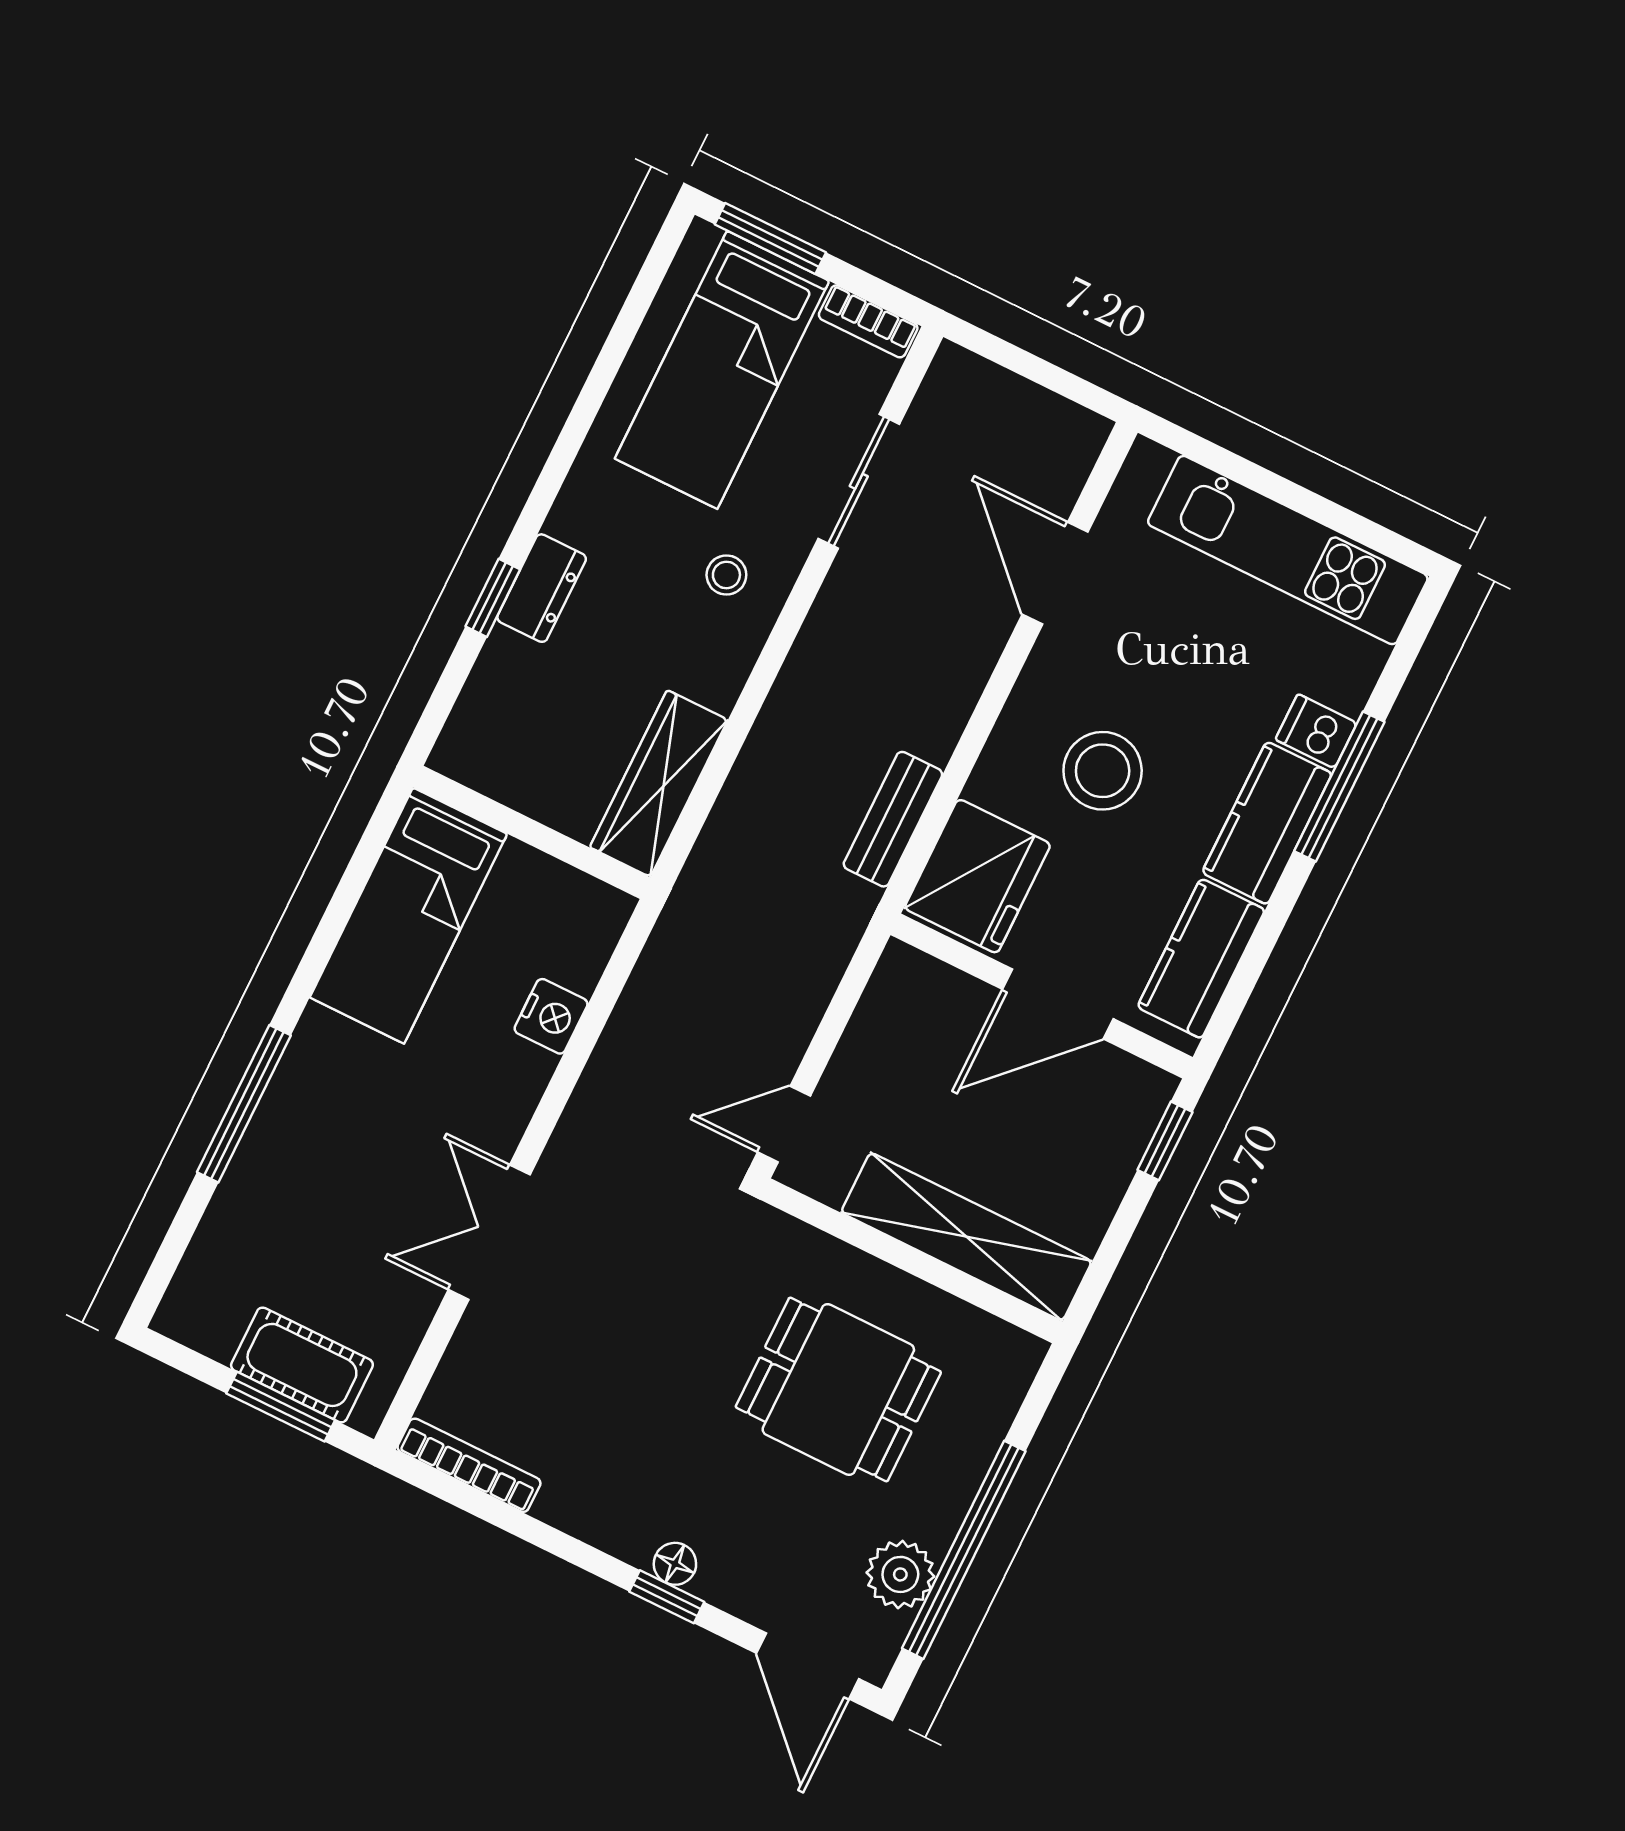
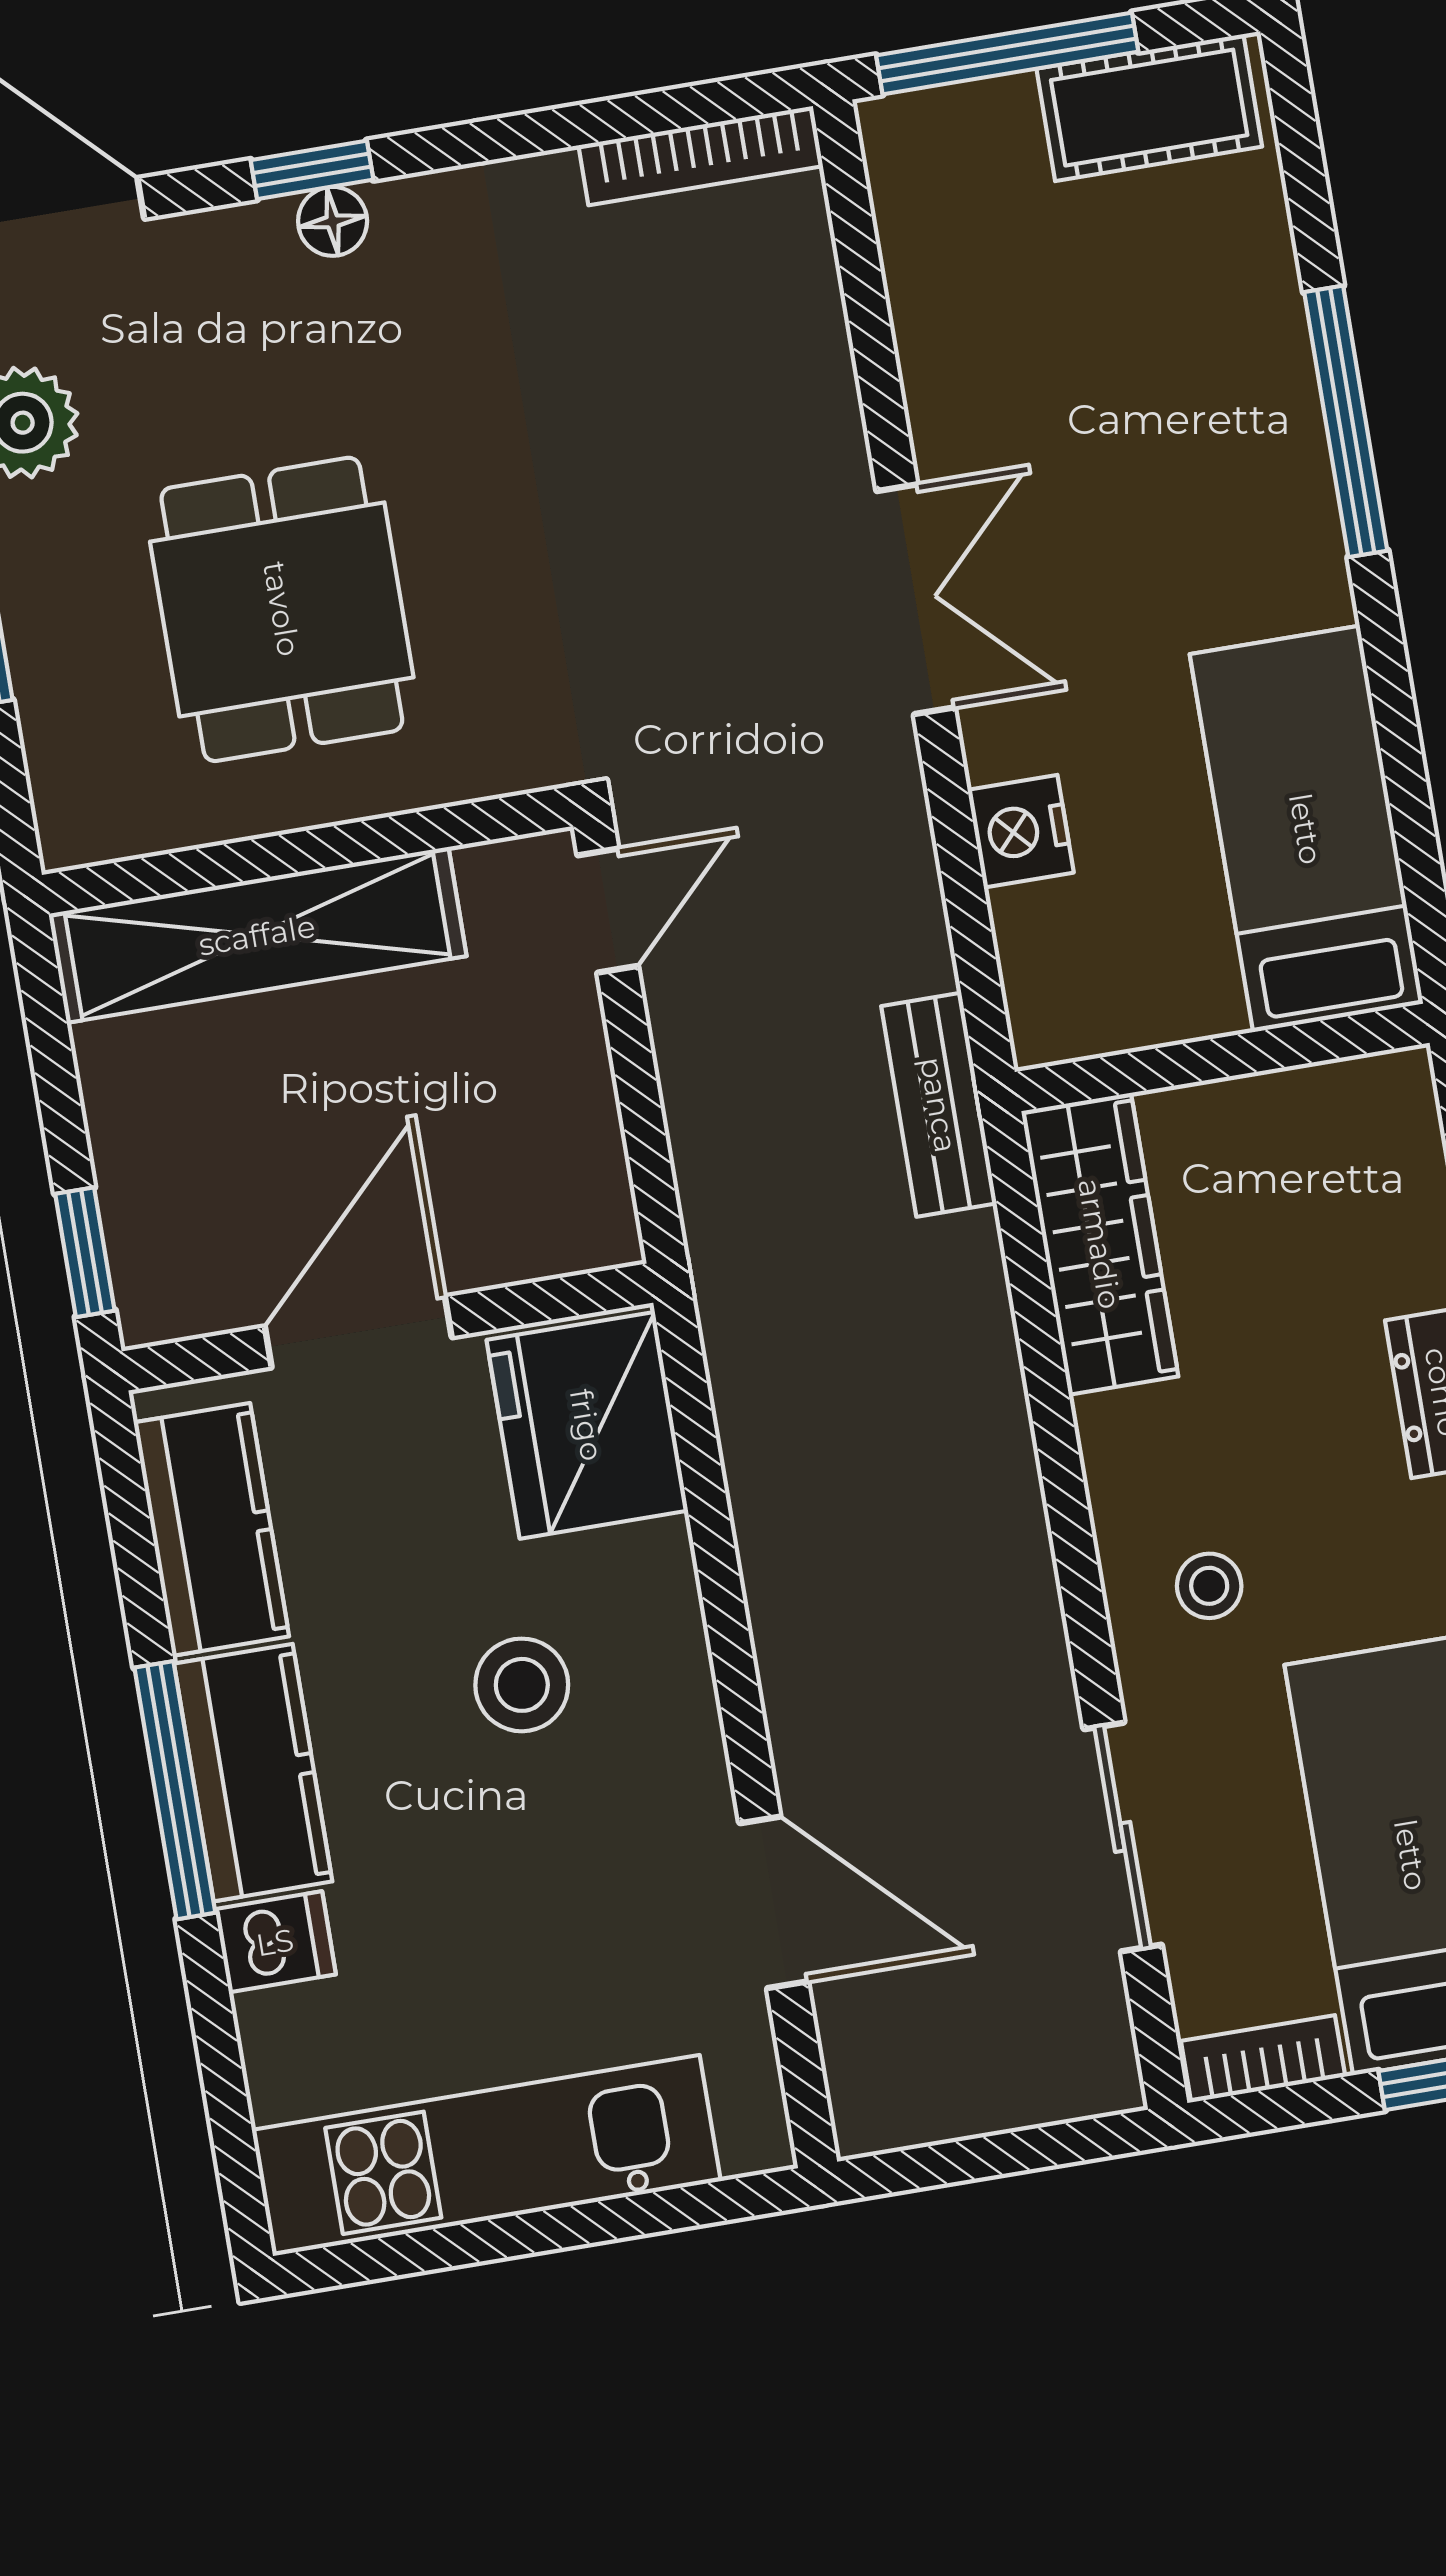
stool: (1103, 771) -> (522, 1685), width x0.73, depth x0.73
window: (1339, 786) -> (175, 1790), moved
bench: (893, 819) -> (939, 1105), moved
double door: (489, 1232) -> (916, 599), moved
cot: (302, 1365) -> (1149, 108), moved
dining table: (838, 1389) -> (282, 609), turned 90
window: (281, 1407) -> (1007, 53), width x1.44

